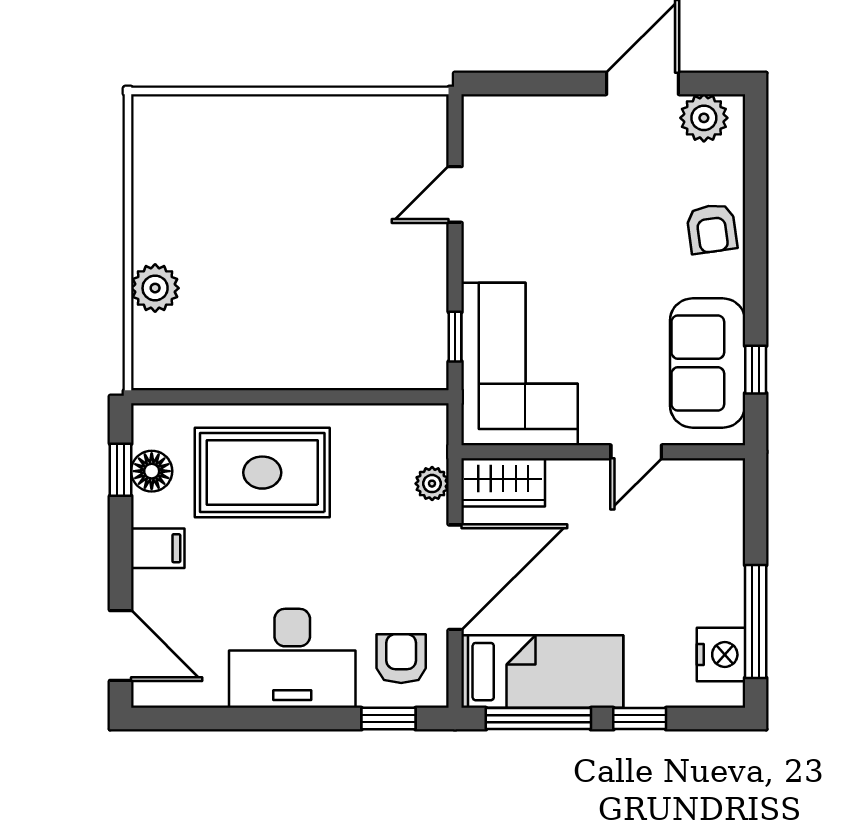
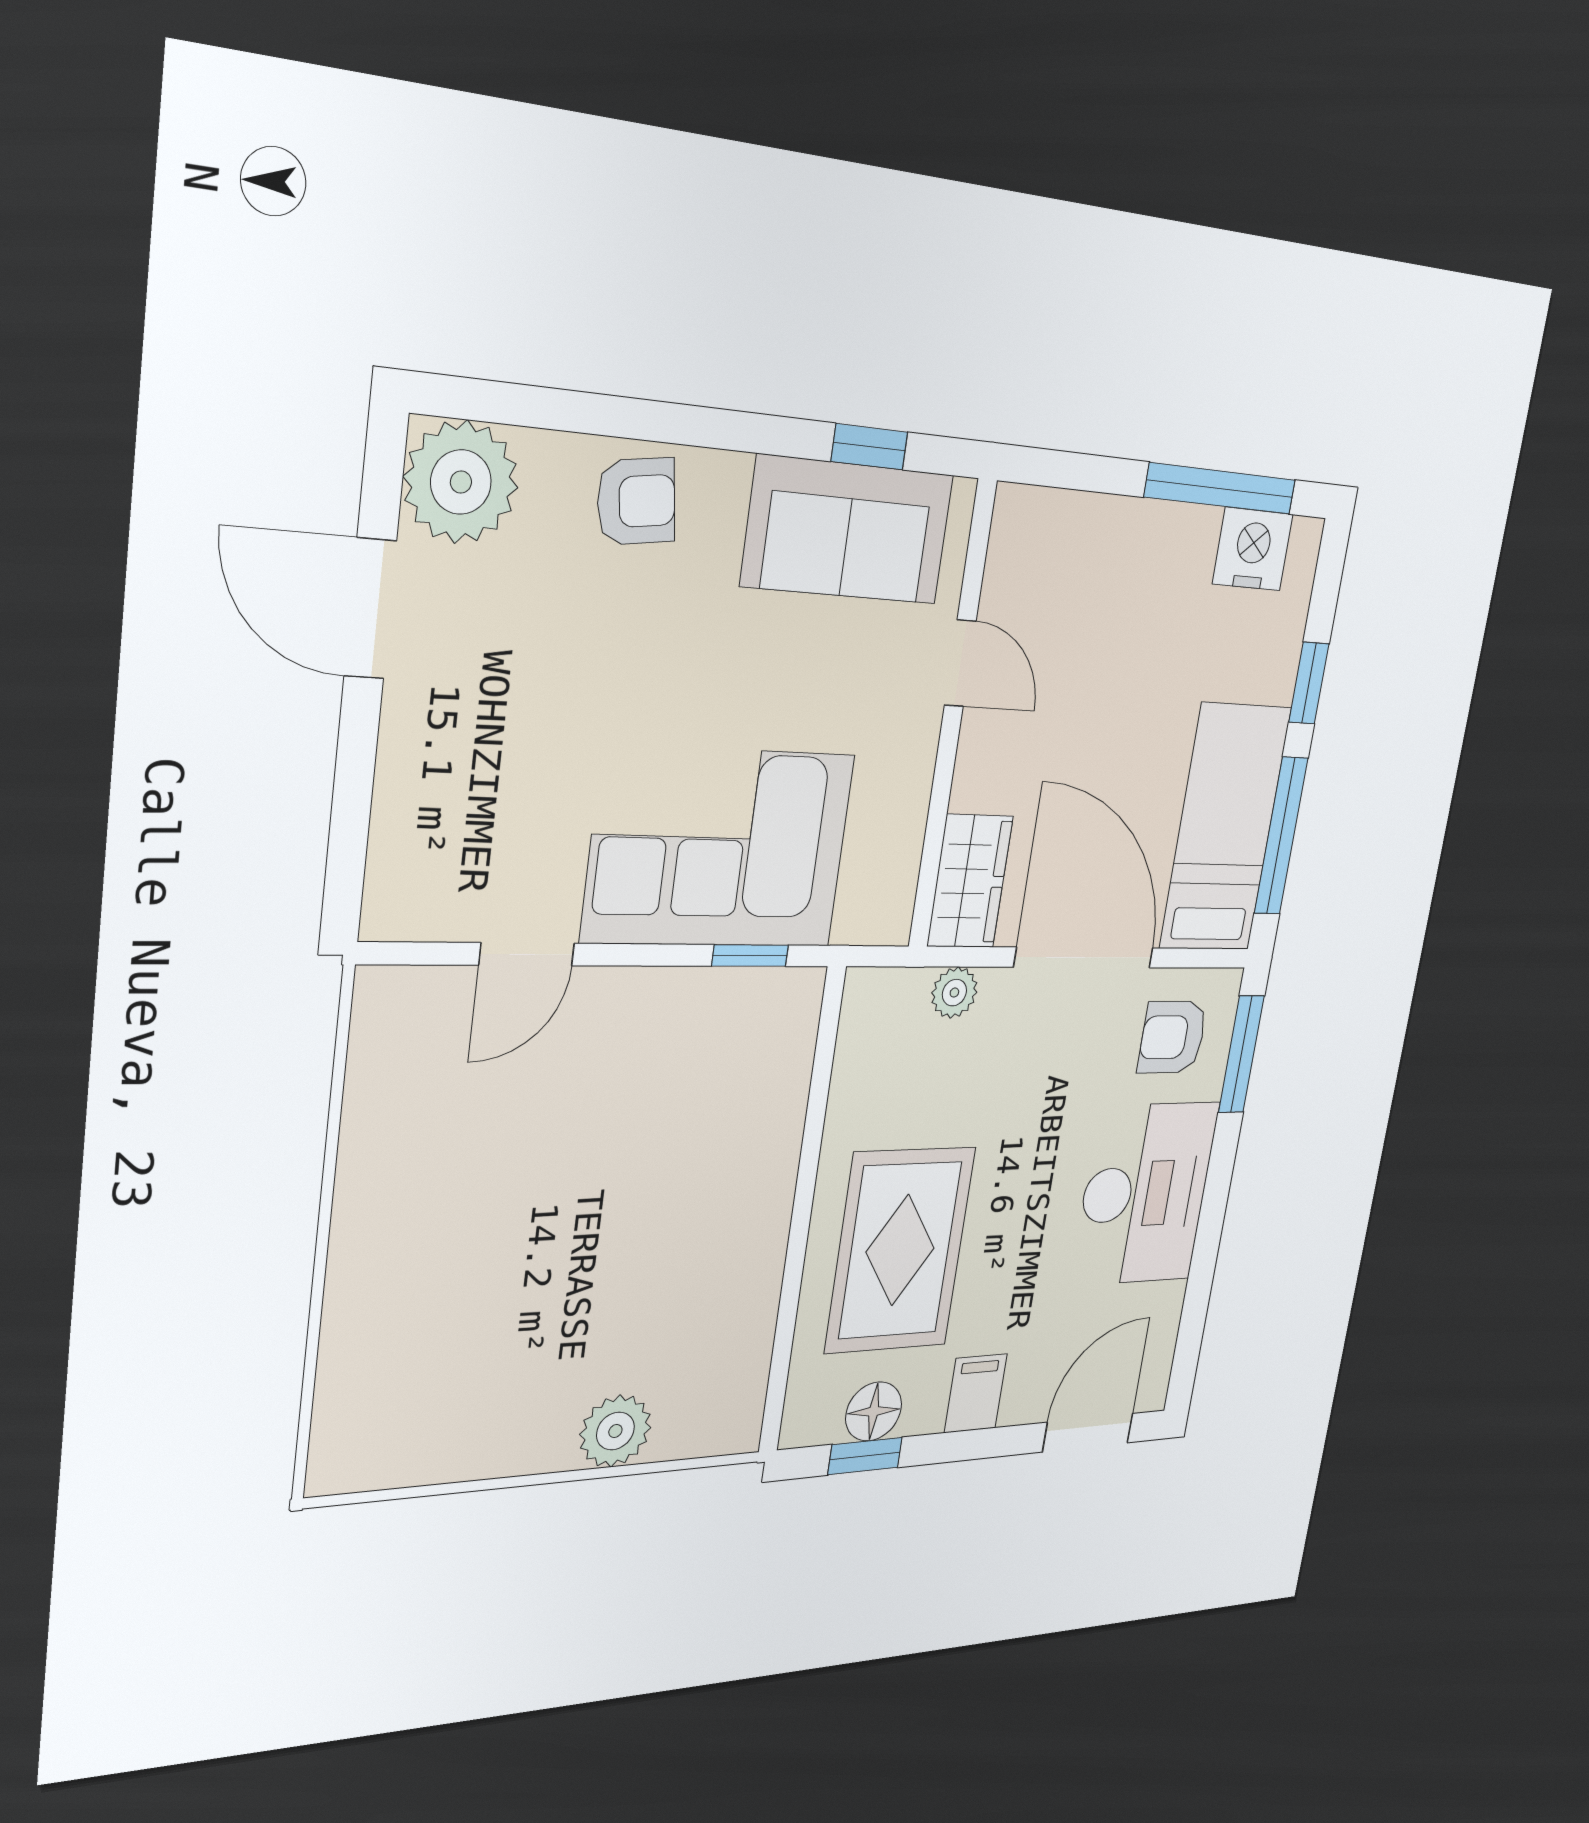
plant: (704, 118) -> (461, 482), width x1.36, depth x1.36
door: (455, 194) -> (527, 954), hinge flipped
corner sofa: (520, 364) -> (719, 848), moved
window: (389, 719) -> (1241, 1054), width x1.50

